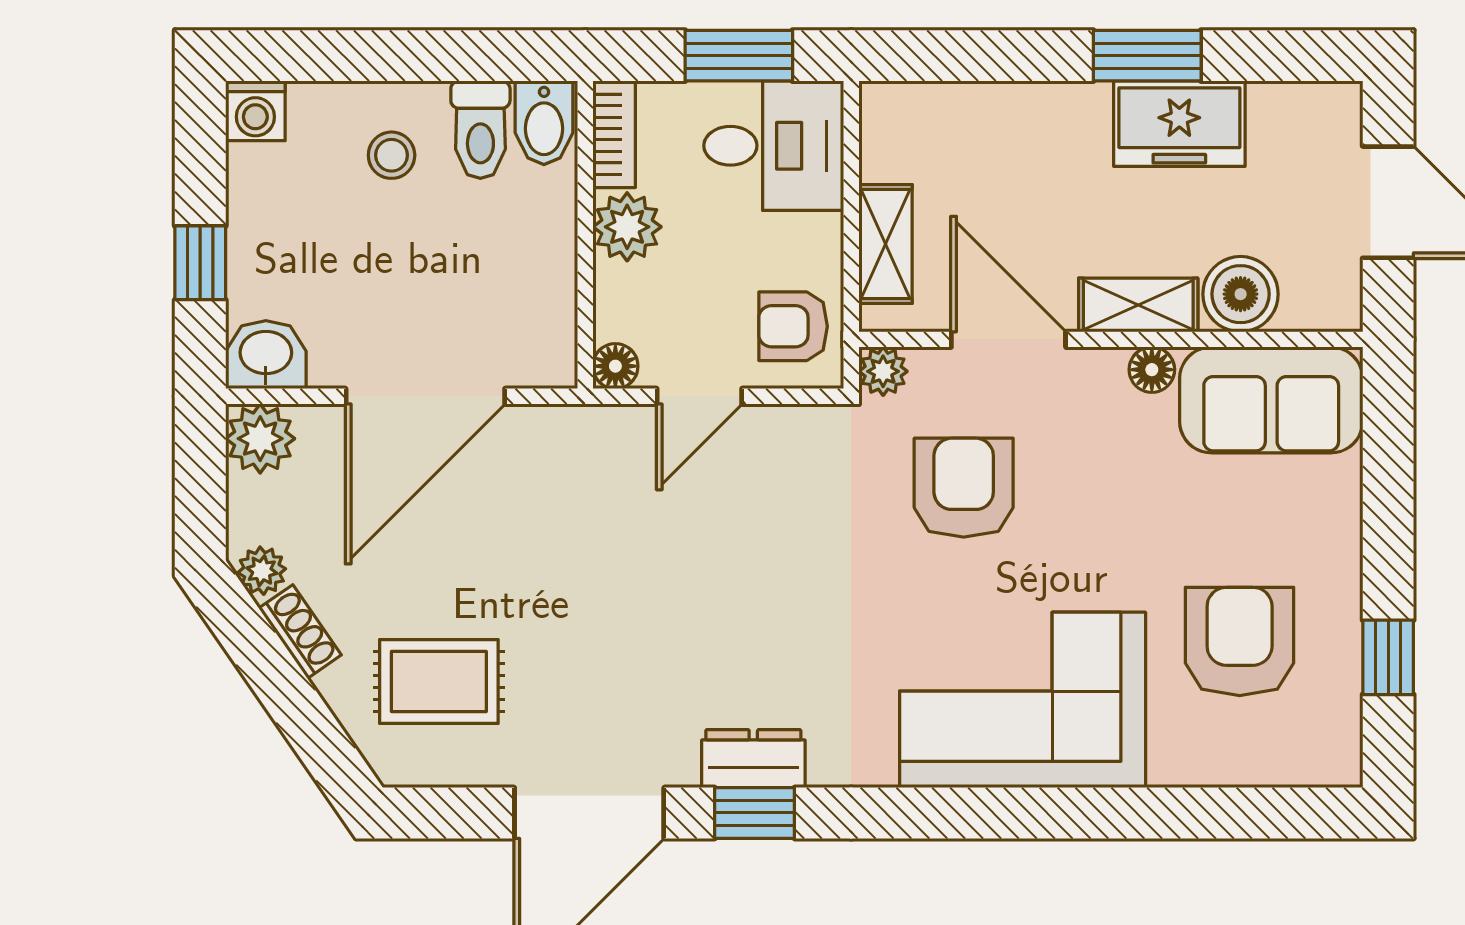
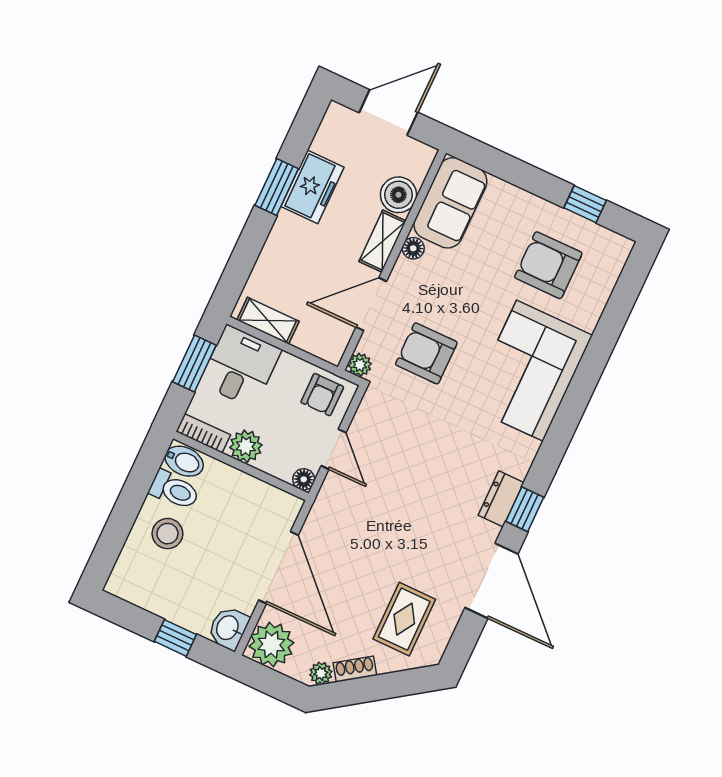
washing machine: (255, 111) -> (121, 583), removed
stool: (392, 155) -> (167, 534), width x1.37, depth x1.37
shelving: (885, 244) -> (268, 321), moved
plant: (260, 439) -> (271, 645), width x1.36, depth x1.36

